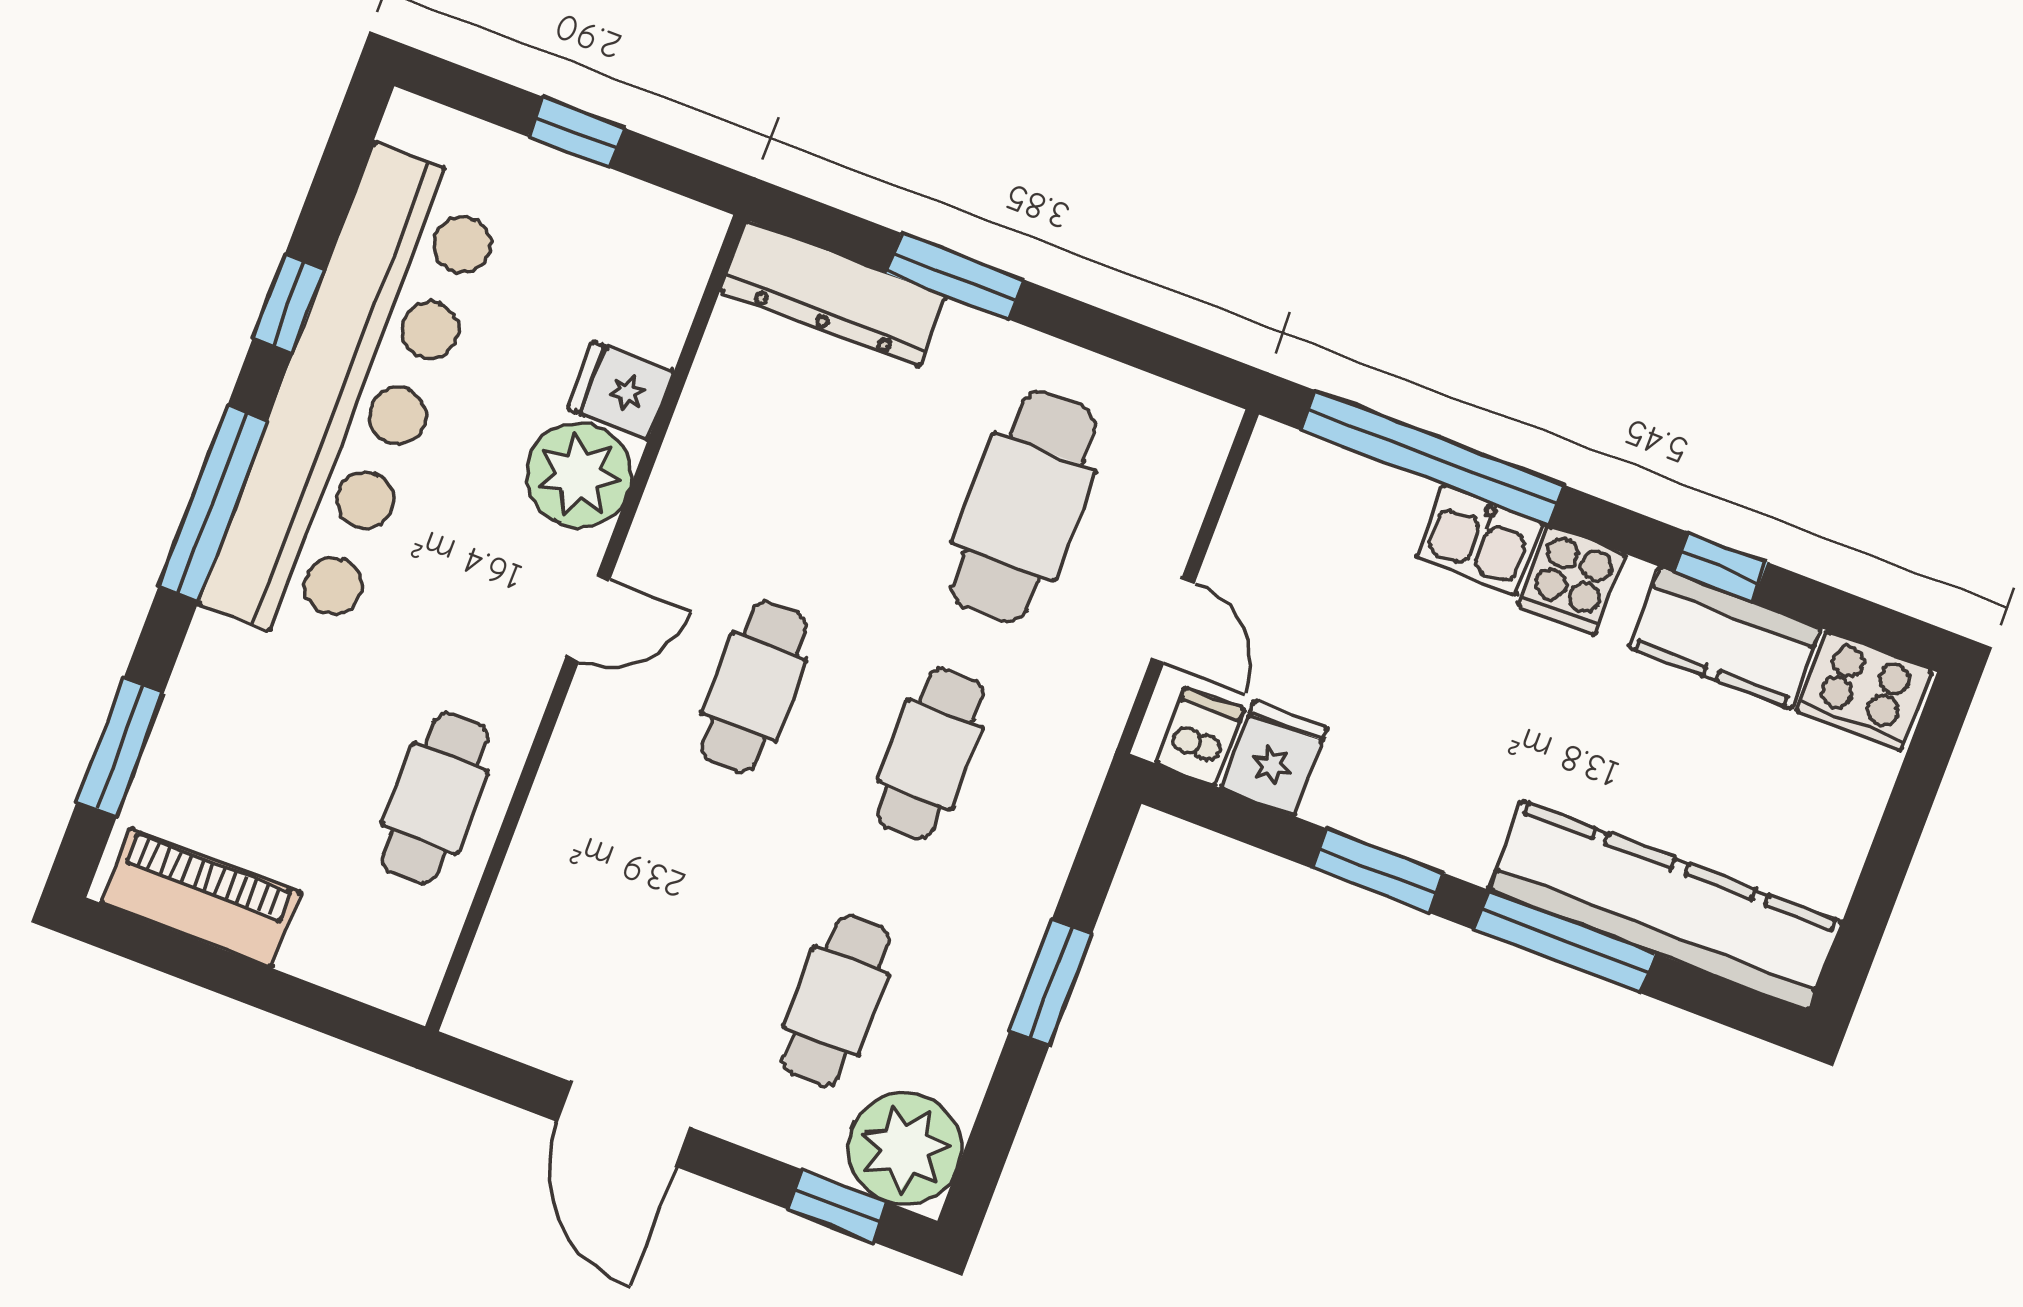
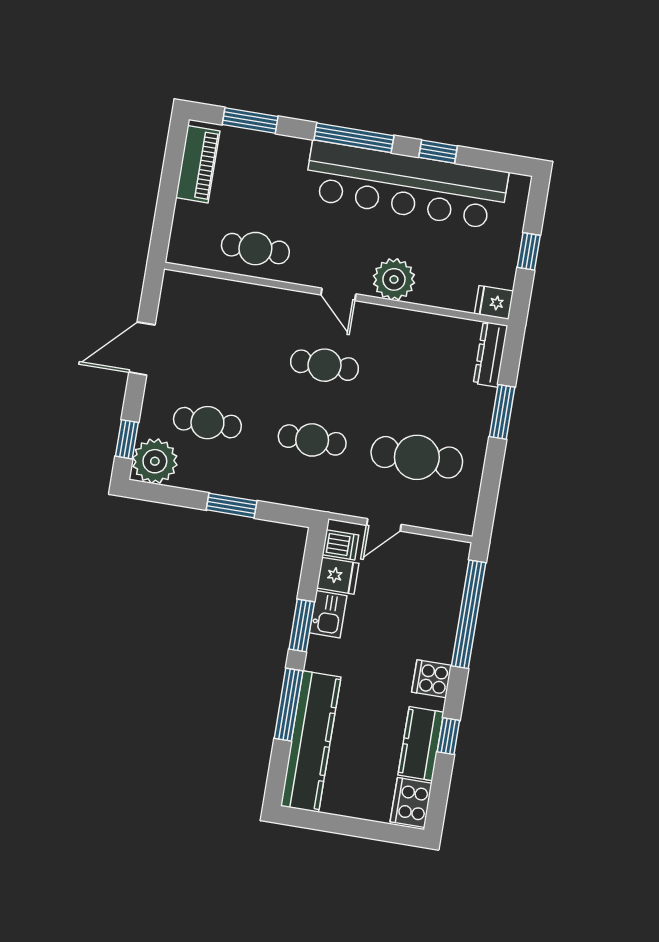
dresser: (833, 294) -> (490, 354), width x0.73, depth x0.80
fridge: (621, 390) -> (494, 302), moved, turned -90
kitchen sink: (1480, 540) -> (328, 614), moved, turned 180

